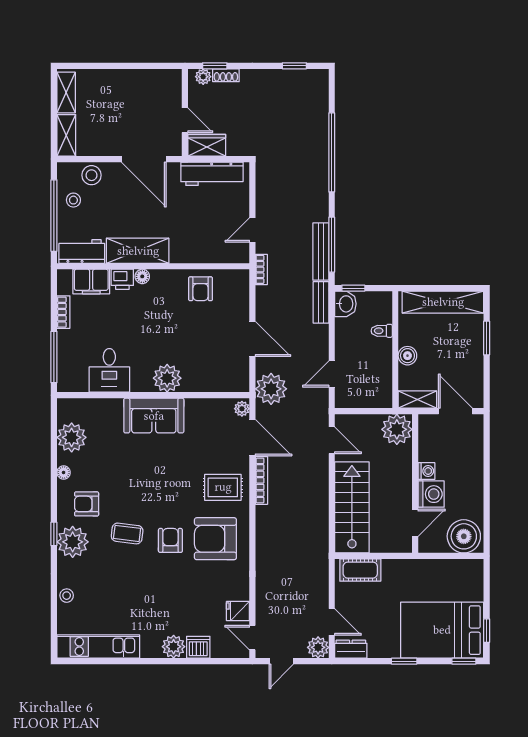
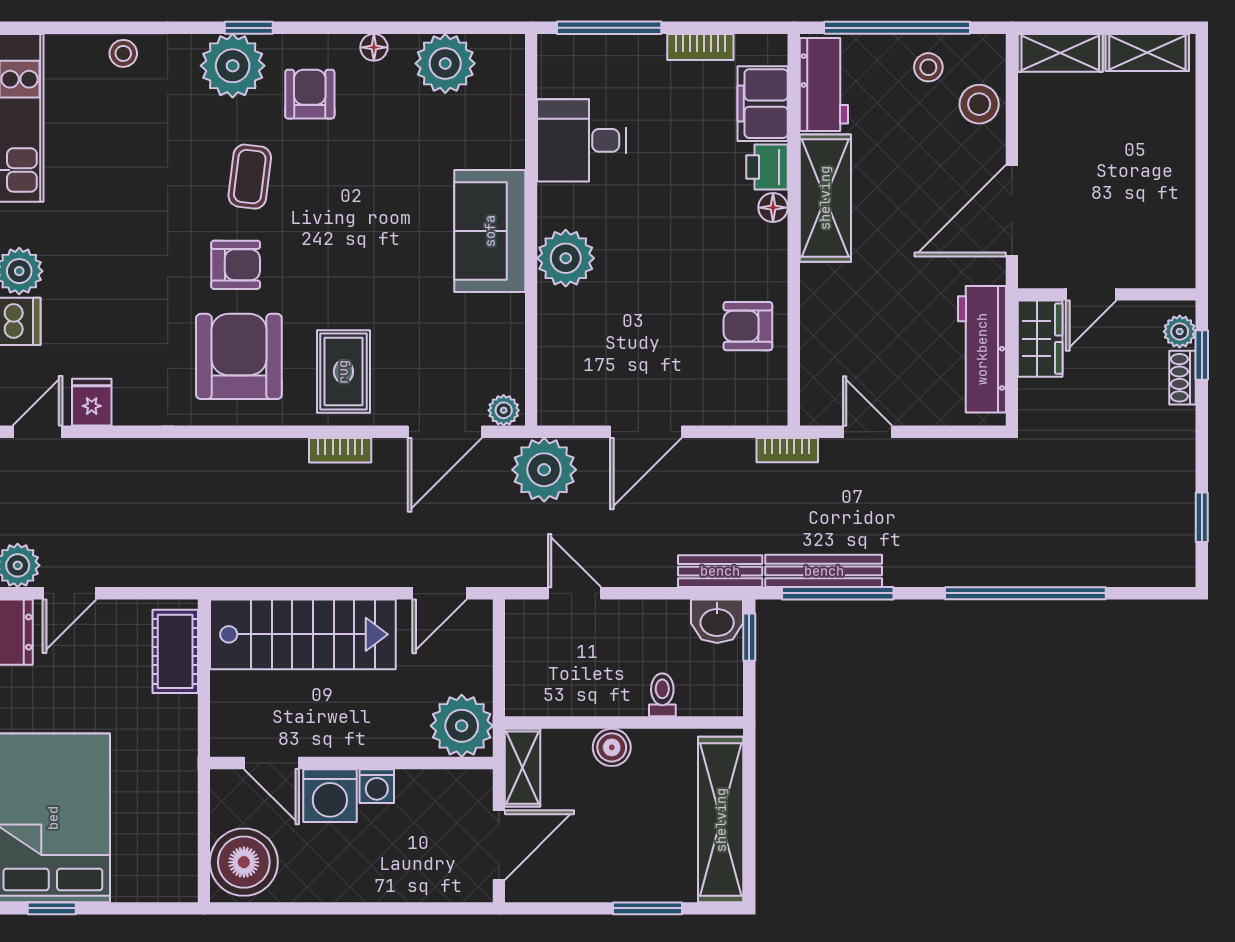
bookcase: (261, 480) -> (340, 450), width x0.64

